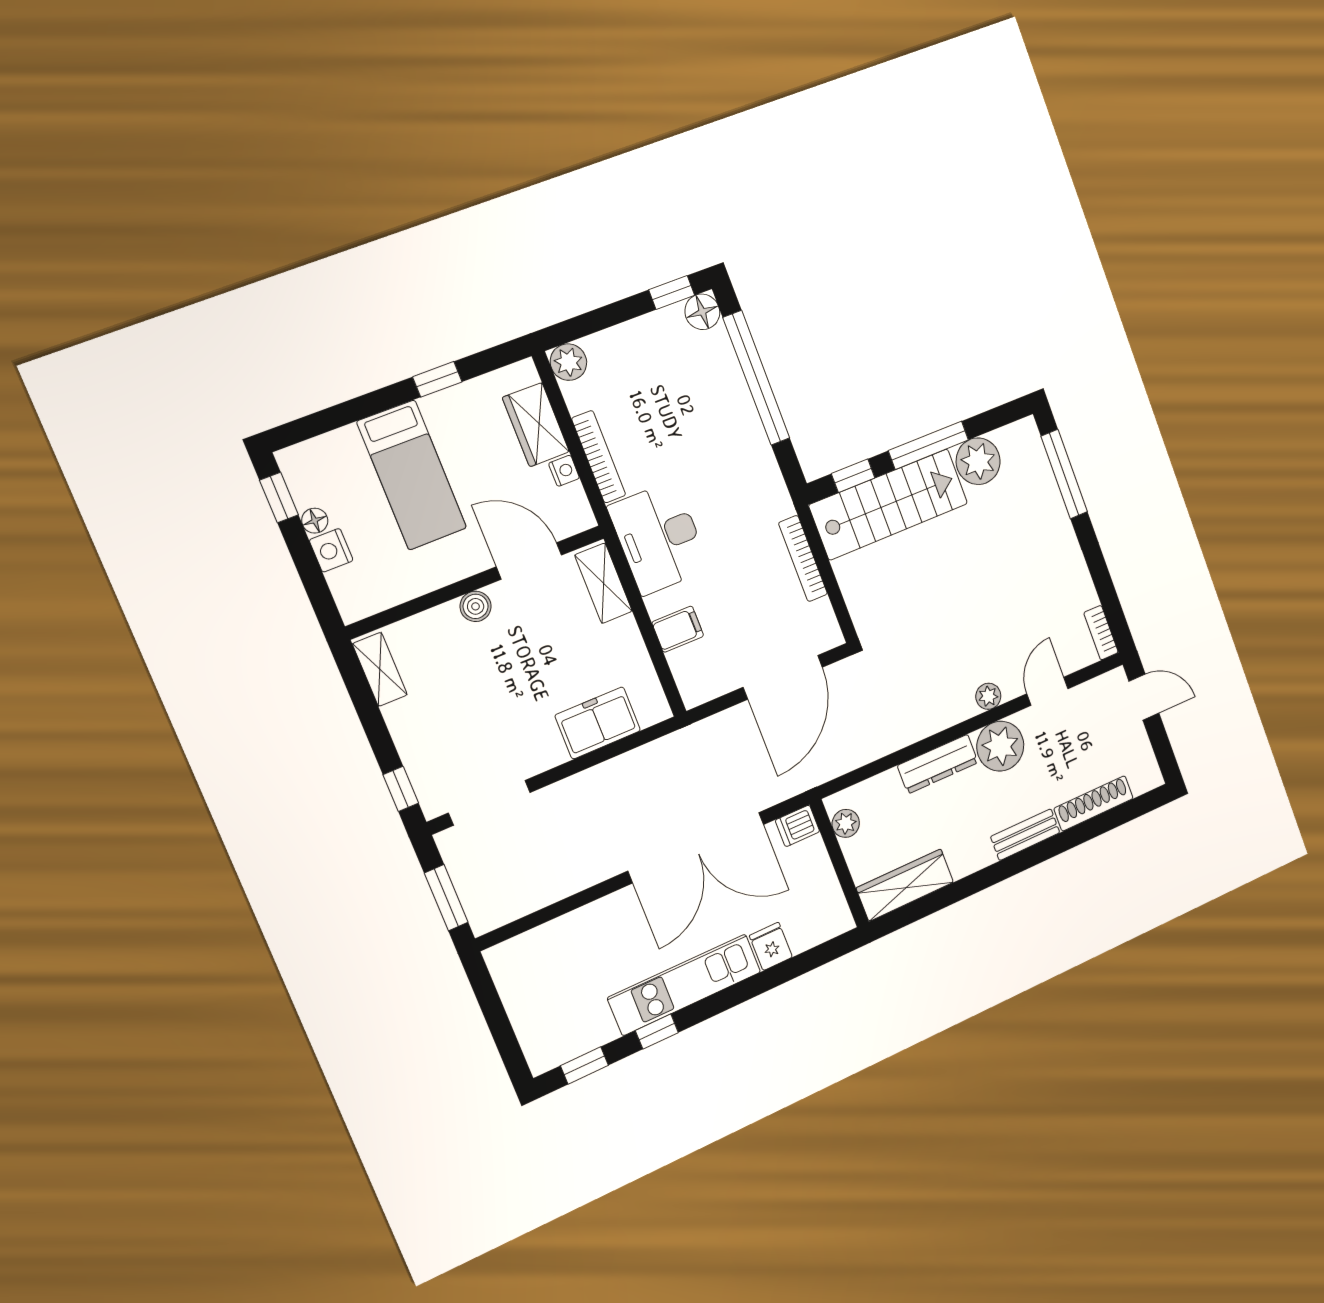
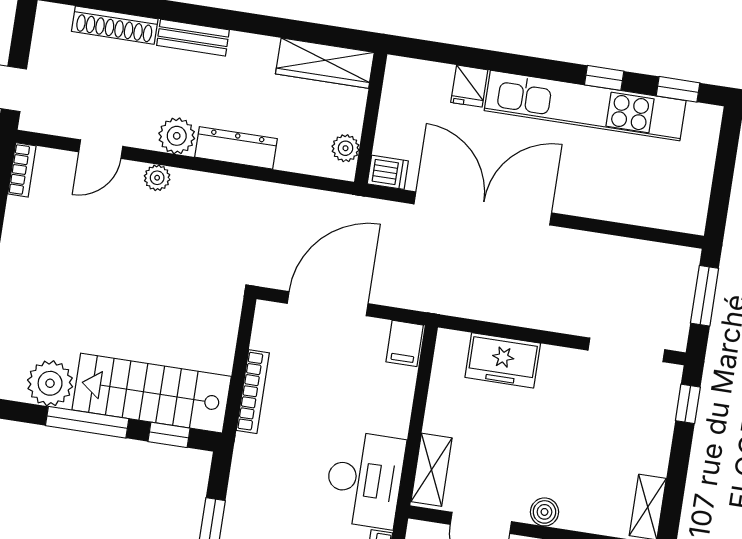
filing cabinet: (678, 629) -> (405, 343), moved, turned -90
plant: (1000, 746) -> (177, 136), width x0.73, depth x0.73
kitchen unit: (684, 985) -> (585, 106), width x1.36

